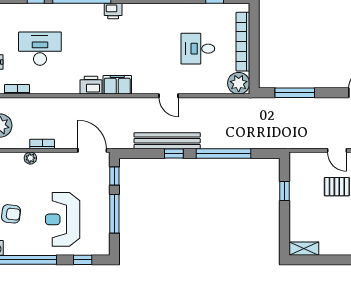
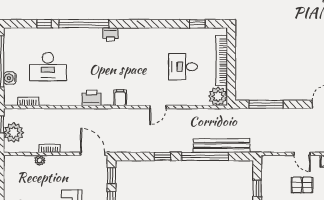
desk: (40, 49) -> (48, 67), turned 180
filing cabinet: (117, 85) -> (120, 98), width x0.50
door: (169, 96) -> (158, 107), hinge flipped
bench: (167, 141) -> (222, 146), moved

